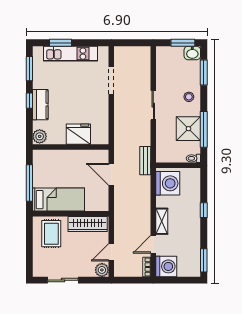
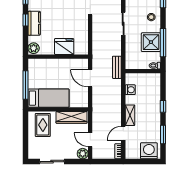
washing machine: (168, 183) -> (130, 90), width x0.53, depth x0.53
door: (111, 252) -> (90, 140), hinge flipped
window: (204, 260) -> (163, 135), moved
washing machine: (166, 266) -> (149, 151), moved, turned -90

